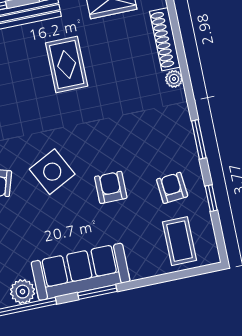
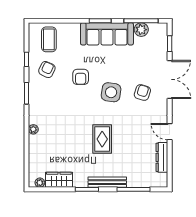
shoe rack: (165, 39) -> (34, 152), removed
rug: (67, 65) -> (102, 139), moved
side table: (52, 172) -> (111, 92), turned 36
armchair: (172, 188) -> (47, 70), turned -150

